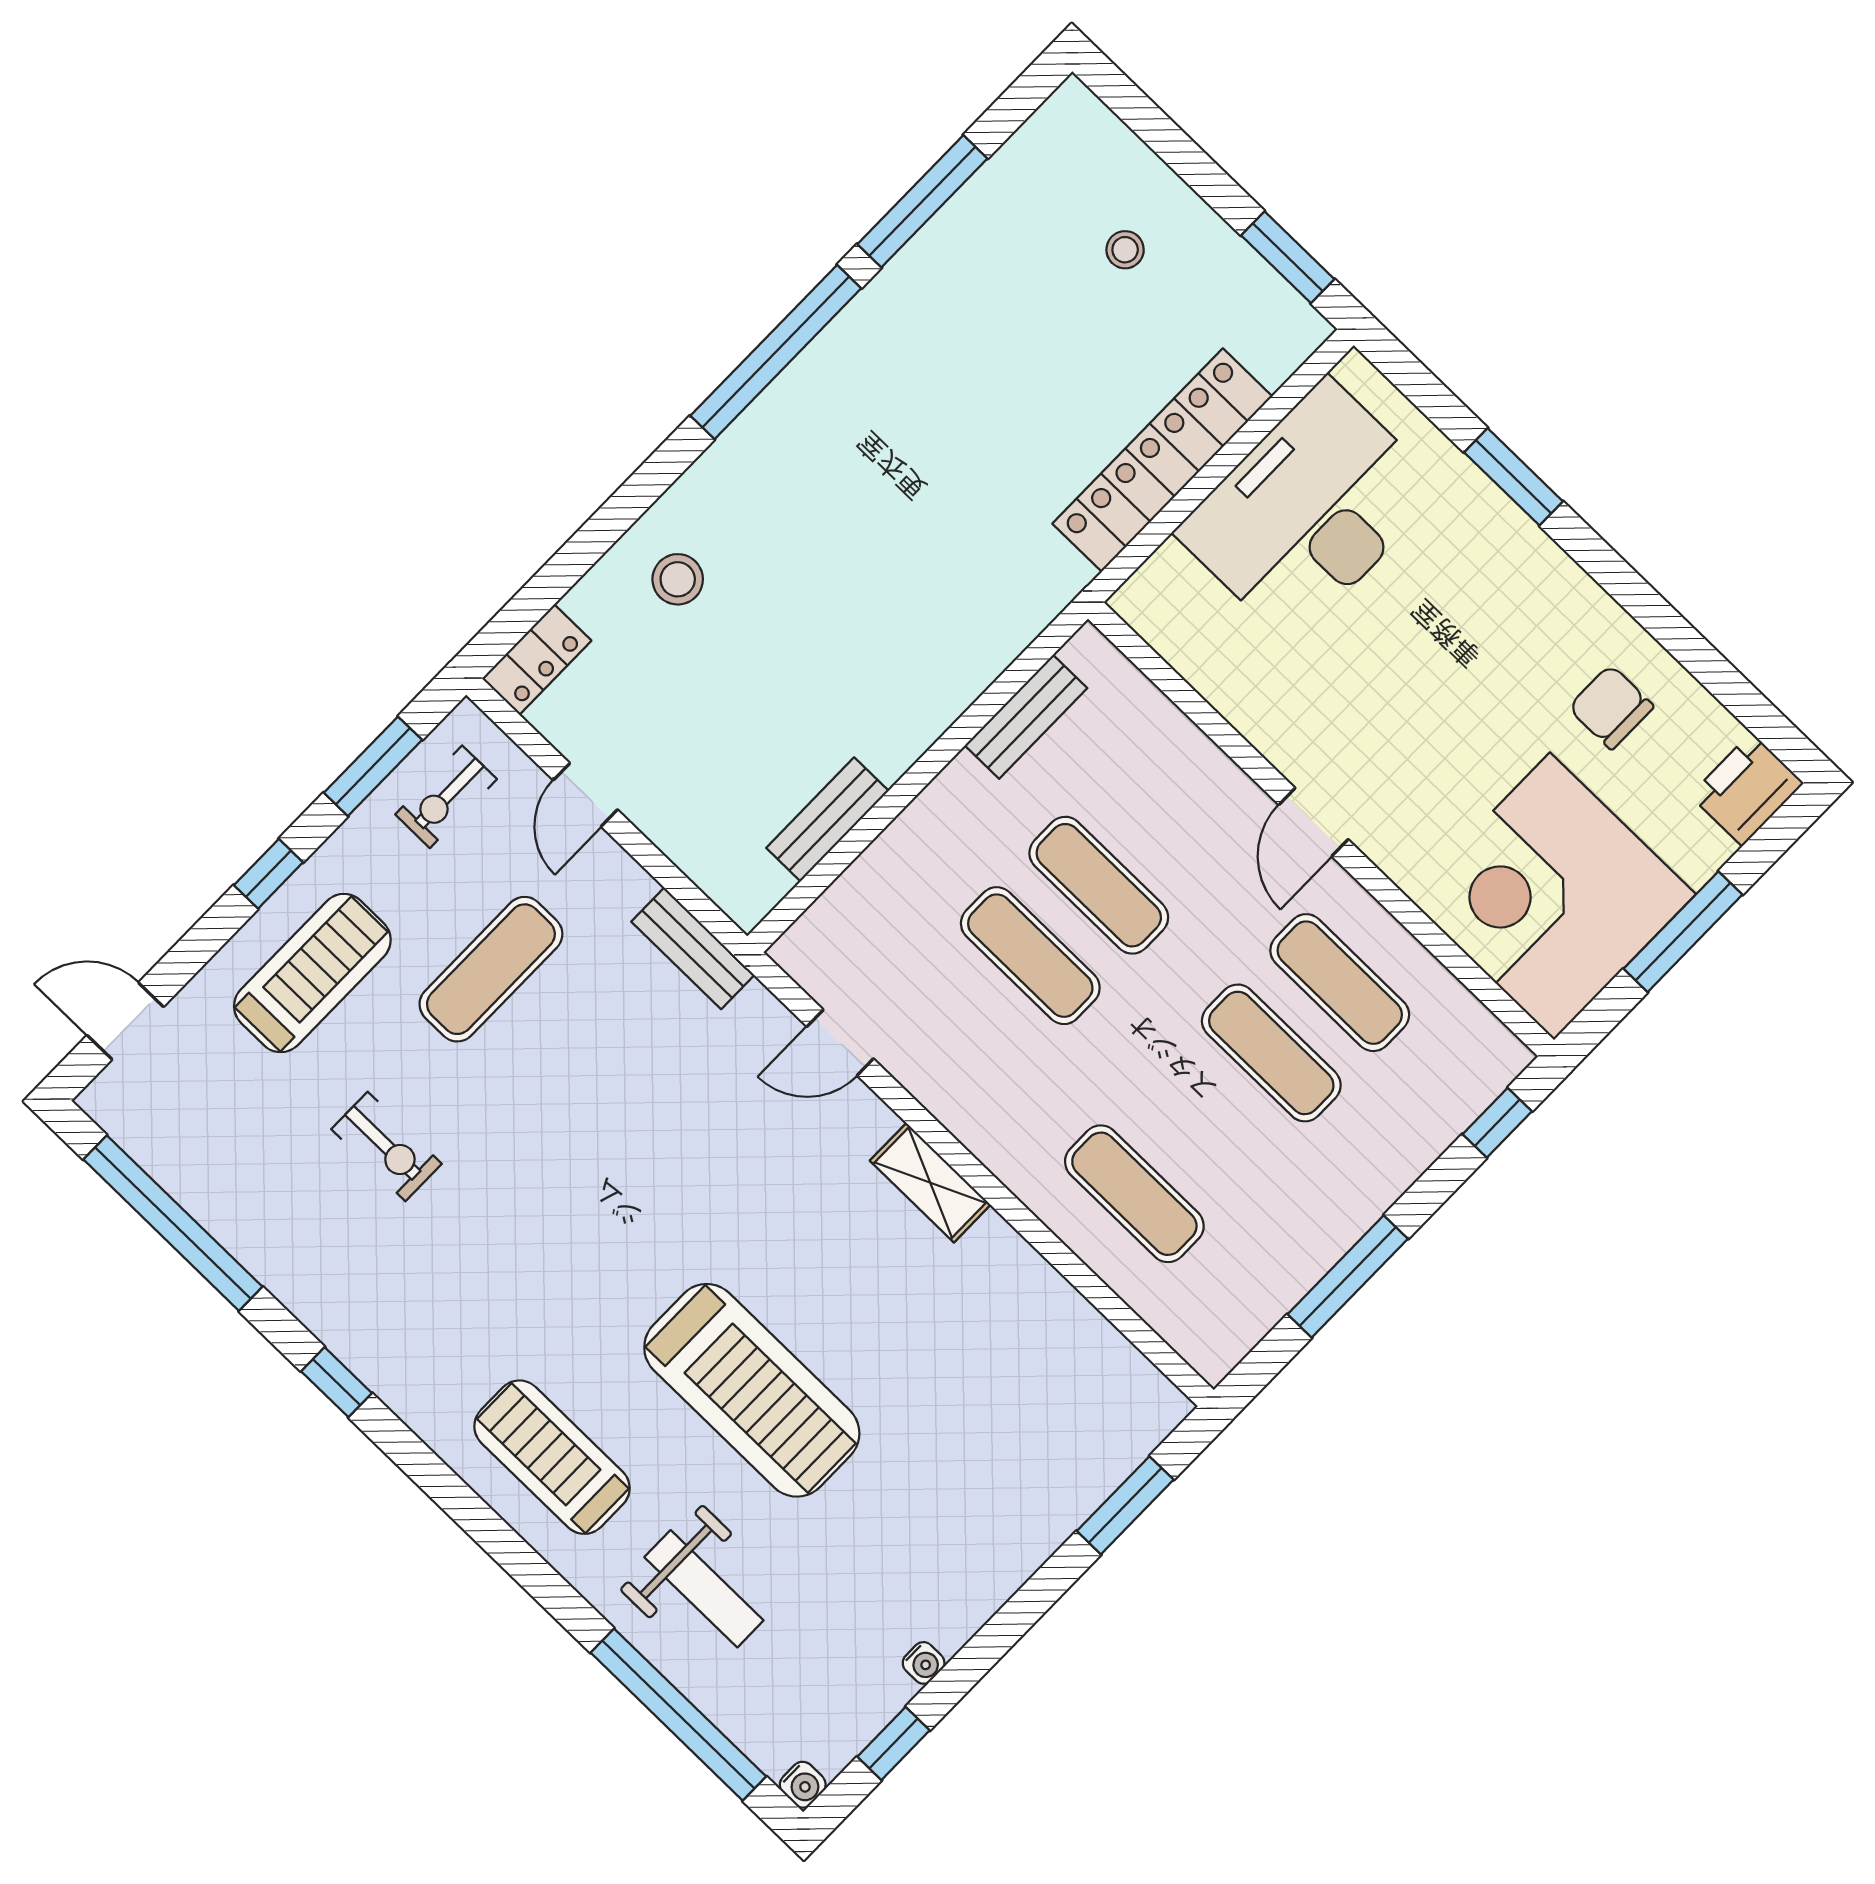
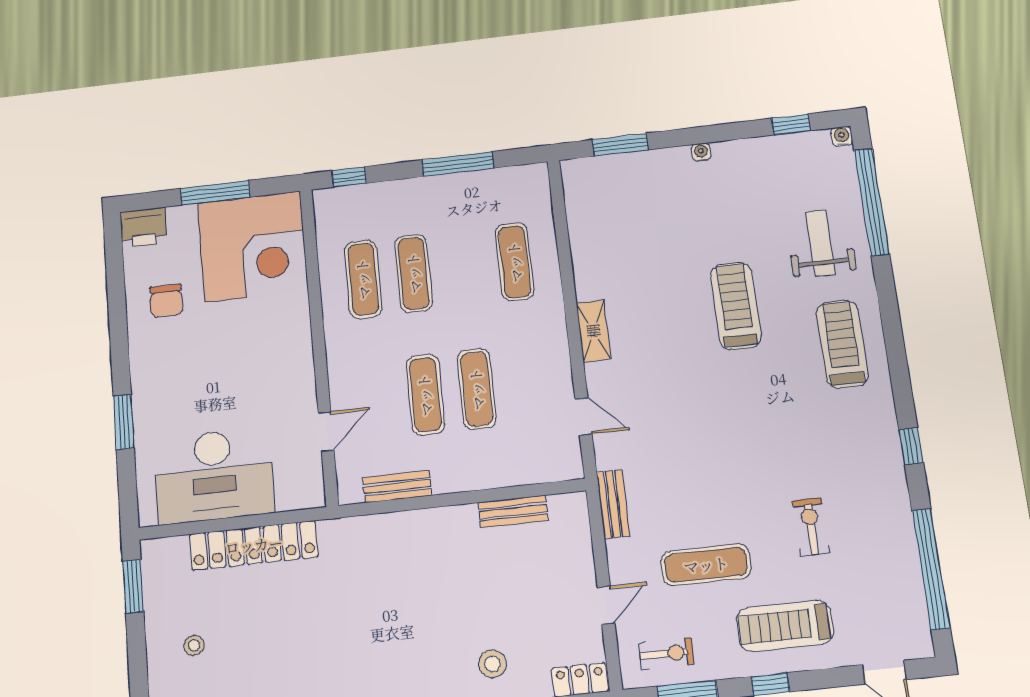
door: (1313, 822) -> (326, 431), moved
treadmill: (752, 1390) -> (736, 306), width x0.73, depth x0.73
treadmill: (552, 1457) -> (842, 344), turned 180
water cooler: (924, 1663) -> (701, 152), moved

